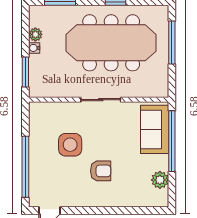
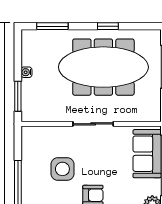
plant: (35, 34) -> (28, 59), removed

